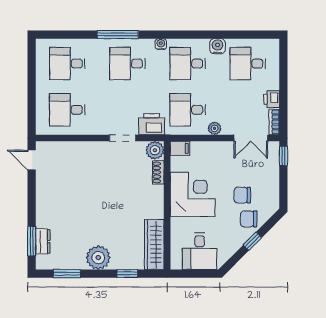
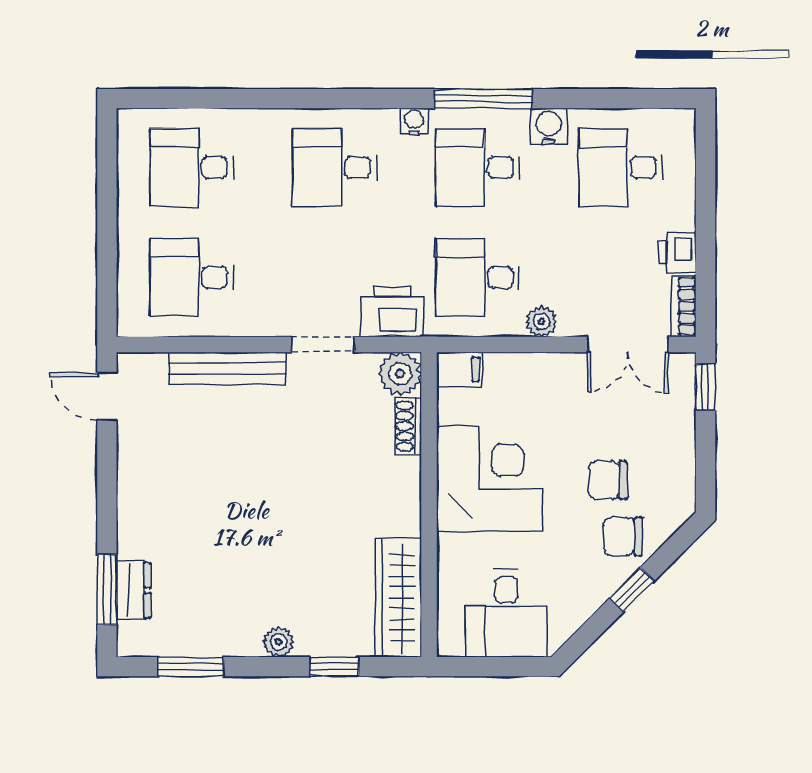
window: (118, 35) -> (483, 99), moved
bench: (82, 148) -> (227, 369), added
plant: (98, 258) -> (279, 642), width x0.53, depth x0.53

